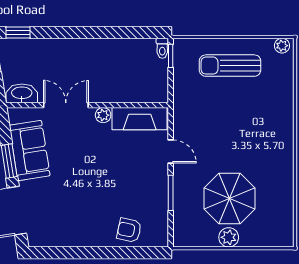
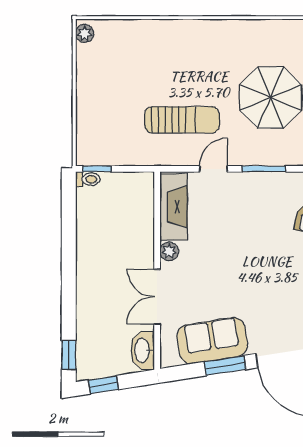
sun lounger: (230, 66) -> (182, 120), moved, turned -90

